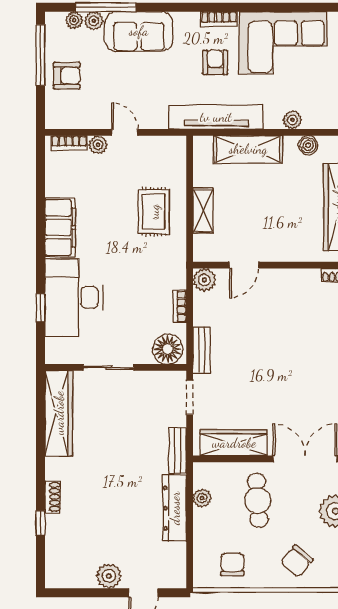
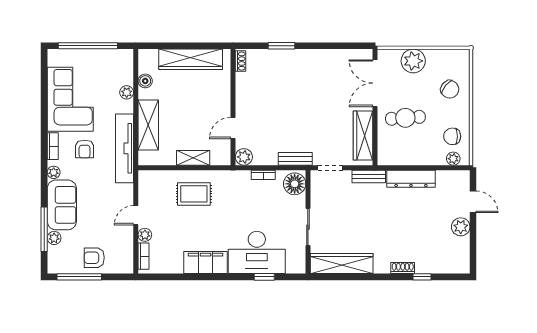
plant: (74, 20) -> (54, 172), moved
armchair: (215, 62) -> (85, 149), turned -90
armchair: (67, 76) -> (94, 258), turned -90
door: (244, 265) -> (233, 128), swing flipped
plant: (202, 498) -> (453, 159), moved

